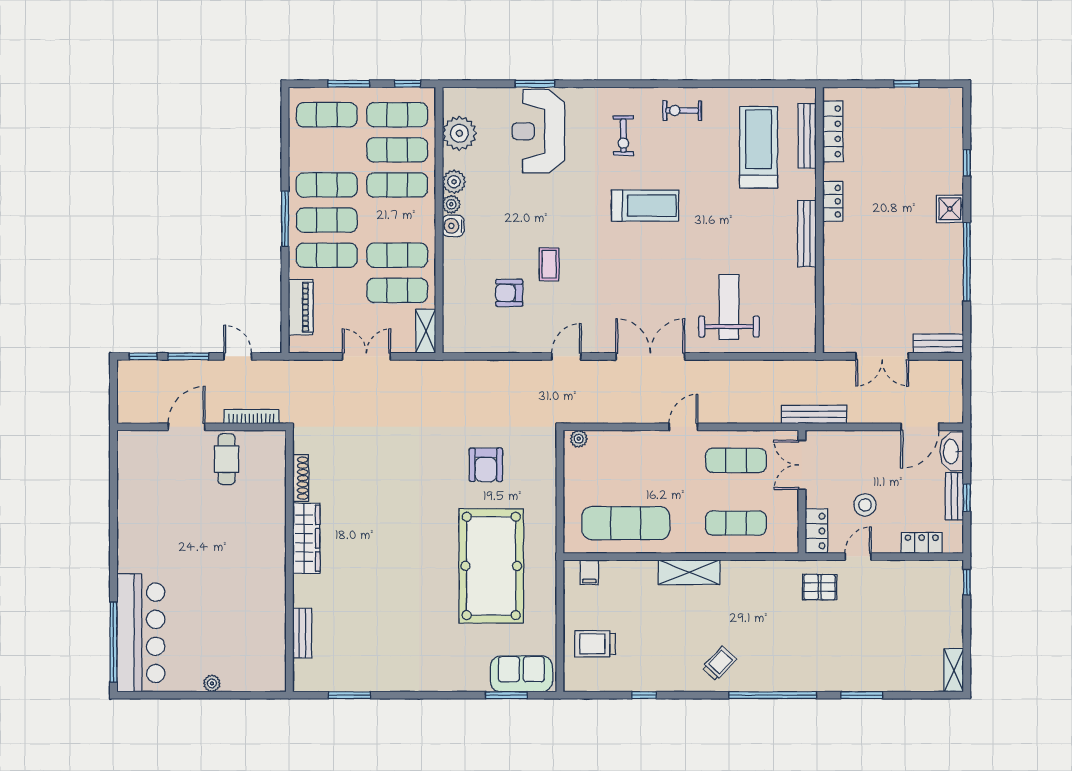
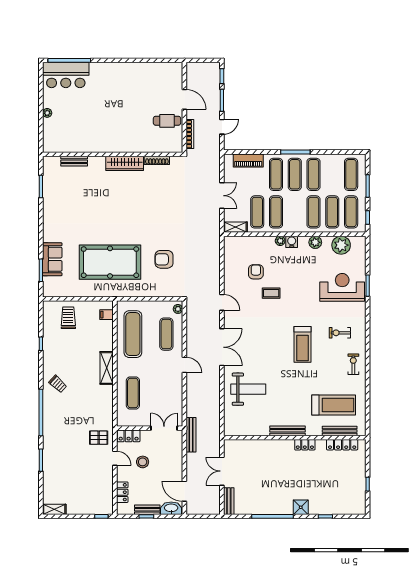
plant: (451, 204) -> (280, 241), moved
exercise mat: (736, 460) -> (166, 334), moved
pallet: (820, 587) -> (99, 438), turned 90
bar counter: (141, 633) -> (66, 75), width x0.73
sofa: (521, 674) -> (52, 259), moved

